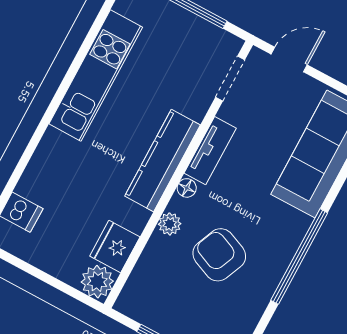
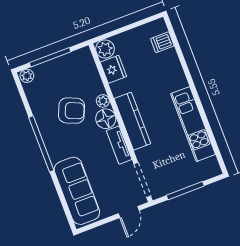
doorway: (230, 78) -> (142, 180), width x1.38
floor lamp: (187, 188) -> (106, 119), width x1.89, depth x1.89

